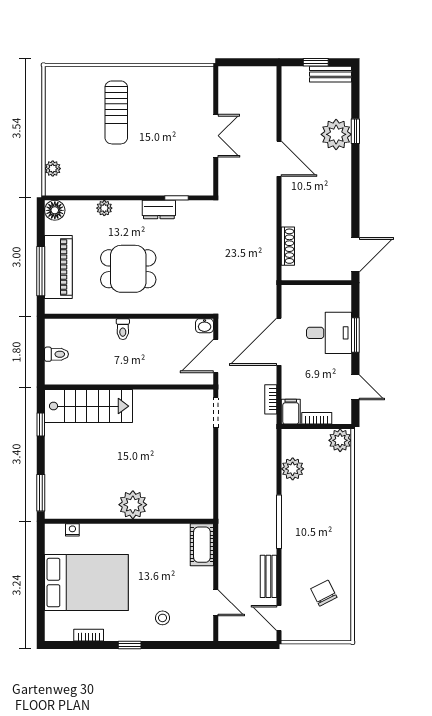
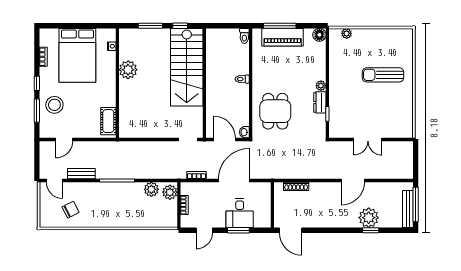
window: (316, 62) -> (416, 205), width x2.17
bench: (330, 74) -> (408, 209), width x1.36
plant: (104, 208) -> (321, 86), moved
dining table: (128, 269) -> (275, 111), moved
door: (279, 342) -> (234, 180), hinge flipped
toilet: (56, 354) -> (244, 36), moved
stairs: (89, 406) -> (187, 67), width x1.36, depth x1.51
filing cabinet: (291, 412) -> (188, 188), removed
plant: (340, 440) -> (170, 192), moved
window: (41, 493) -> (150, 26), moved
plant: (133, 505) -> (128, 70), moved
cot: (202, 545) -> (108, 121), moved, turned 90
stool: (163, 618) -> (54, 105), width x1.89, depth x1.89
door: (279, 618) -> (54, 180), swing flipped
window: (171, 645) -> (37, 111), added

